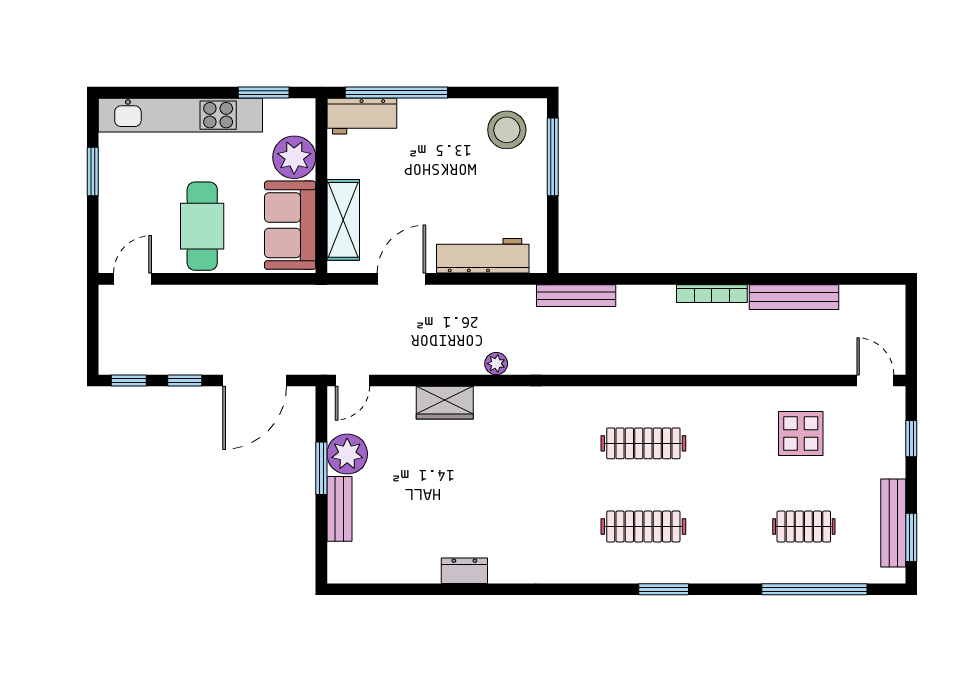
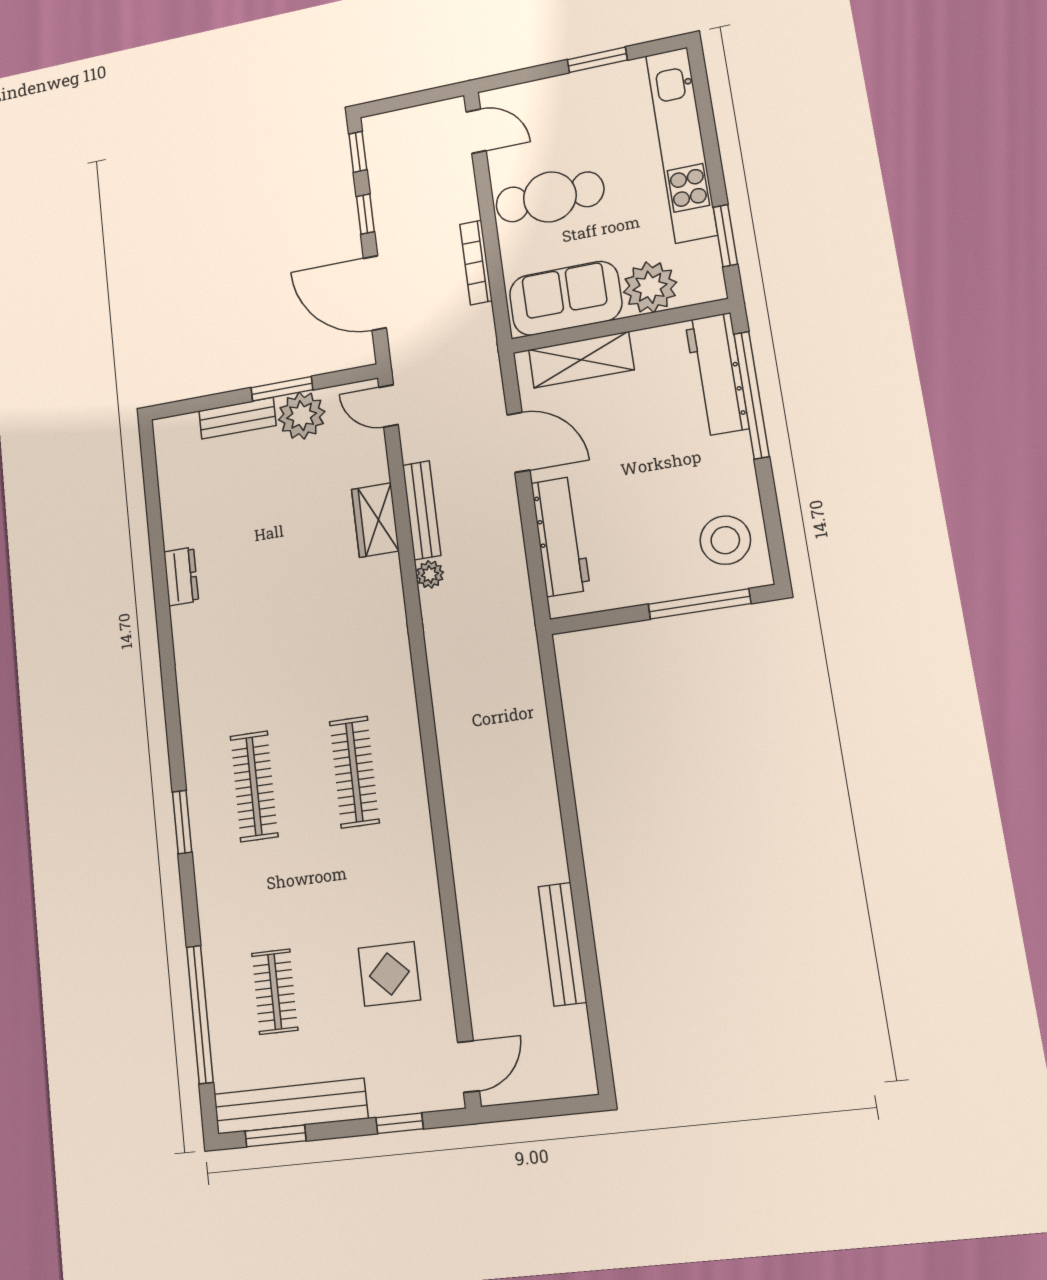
workbench: (362, 116) -> (717, 374), width x1.38
bookcase: (712, 294) -> (476, 262), moved
bench: (576, 296) -> (422, 510), moved
bench: (893, 523) -> (291, 1106), width x1.37, depth x1.21

